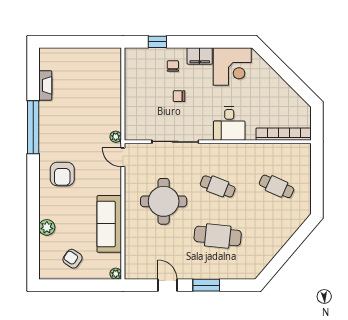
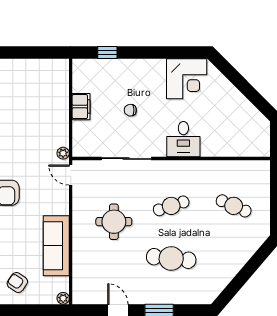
filing cabinet: (200, 56) -> (81, 107), moved, turned -90
chair: (173, 66) -> (124, 78), removed
bookcase: (284, 134) -> (241, 150), removed
cafe table: (218, 186) -> (171, 206), turned -39
round table: (164, 201) -> (114, 222), width x0.73, depth x0.73

